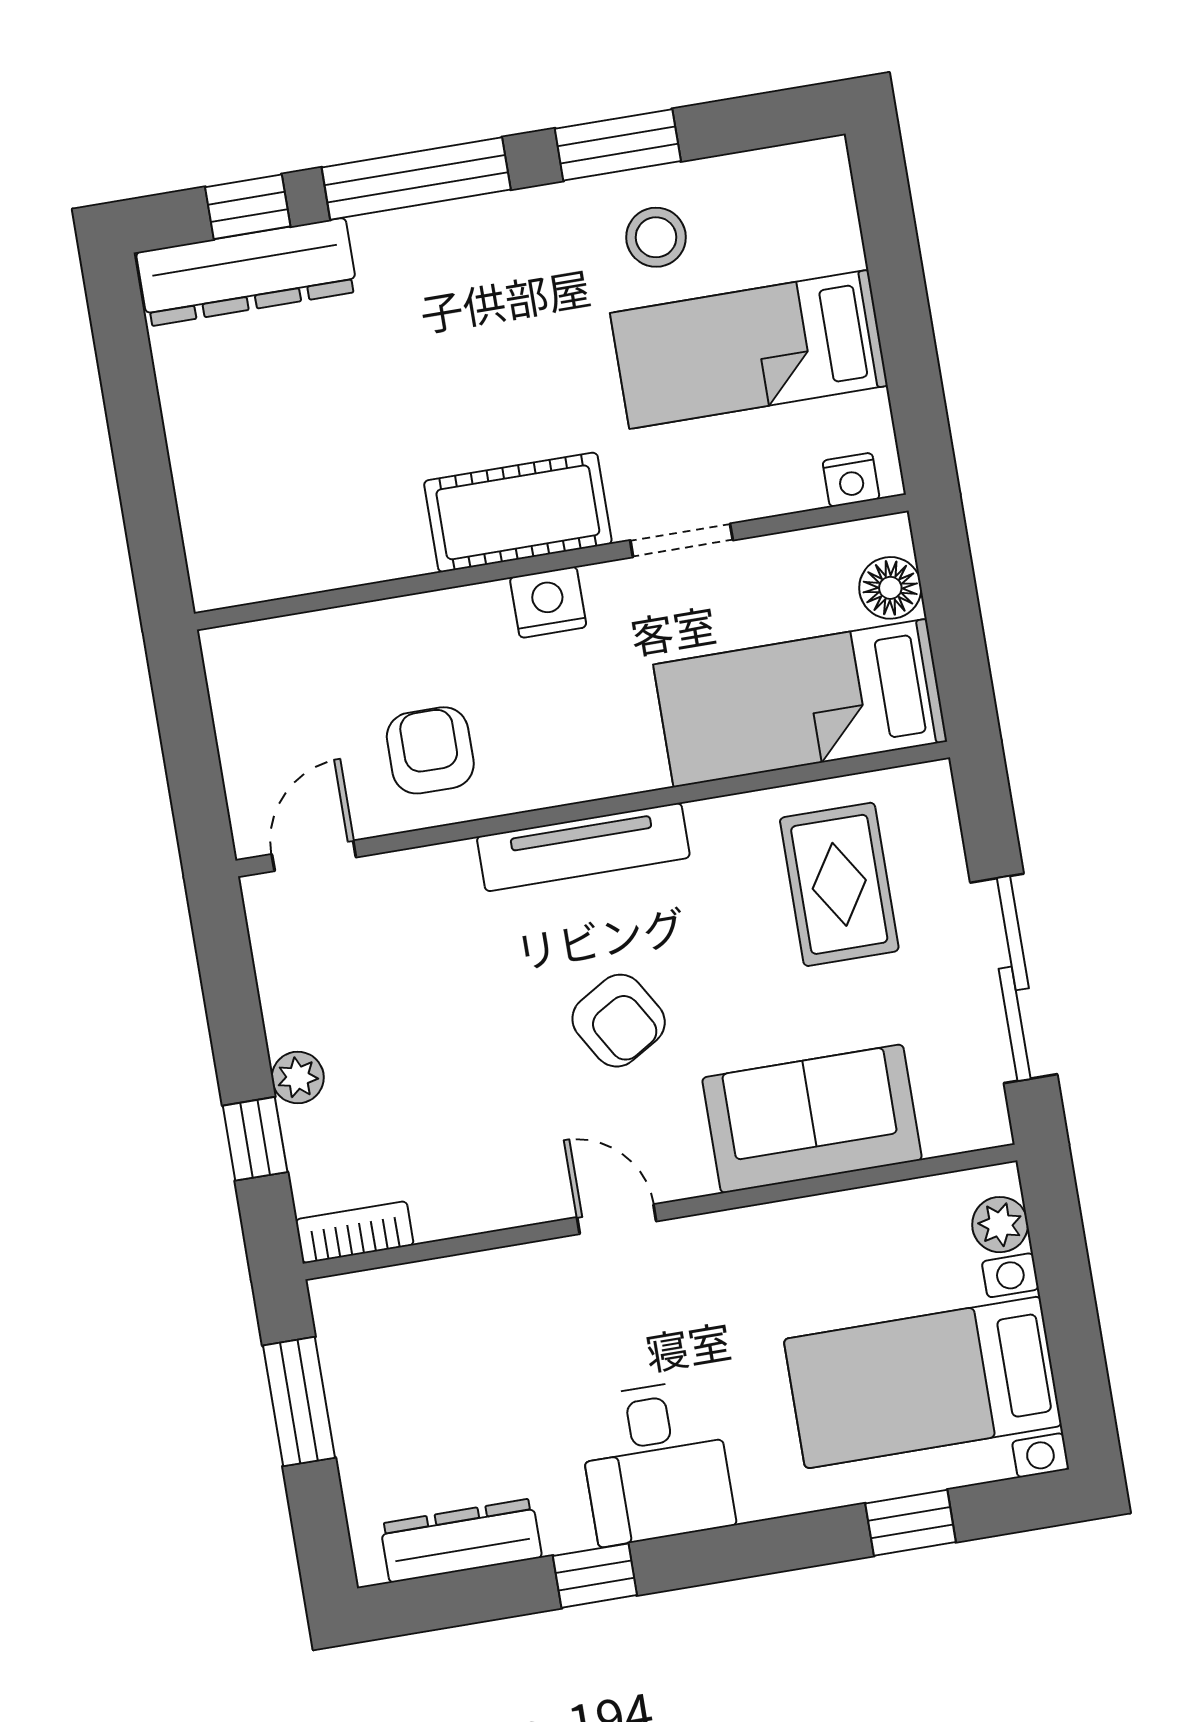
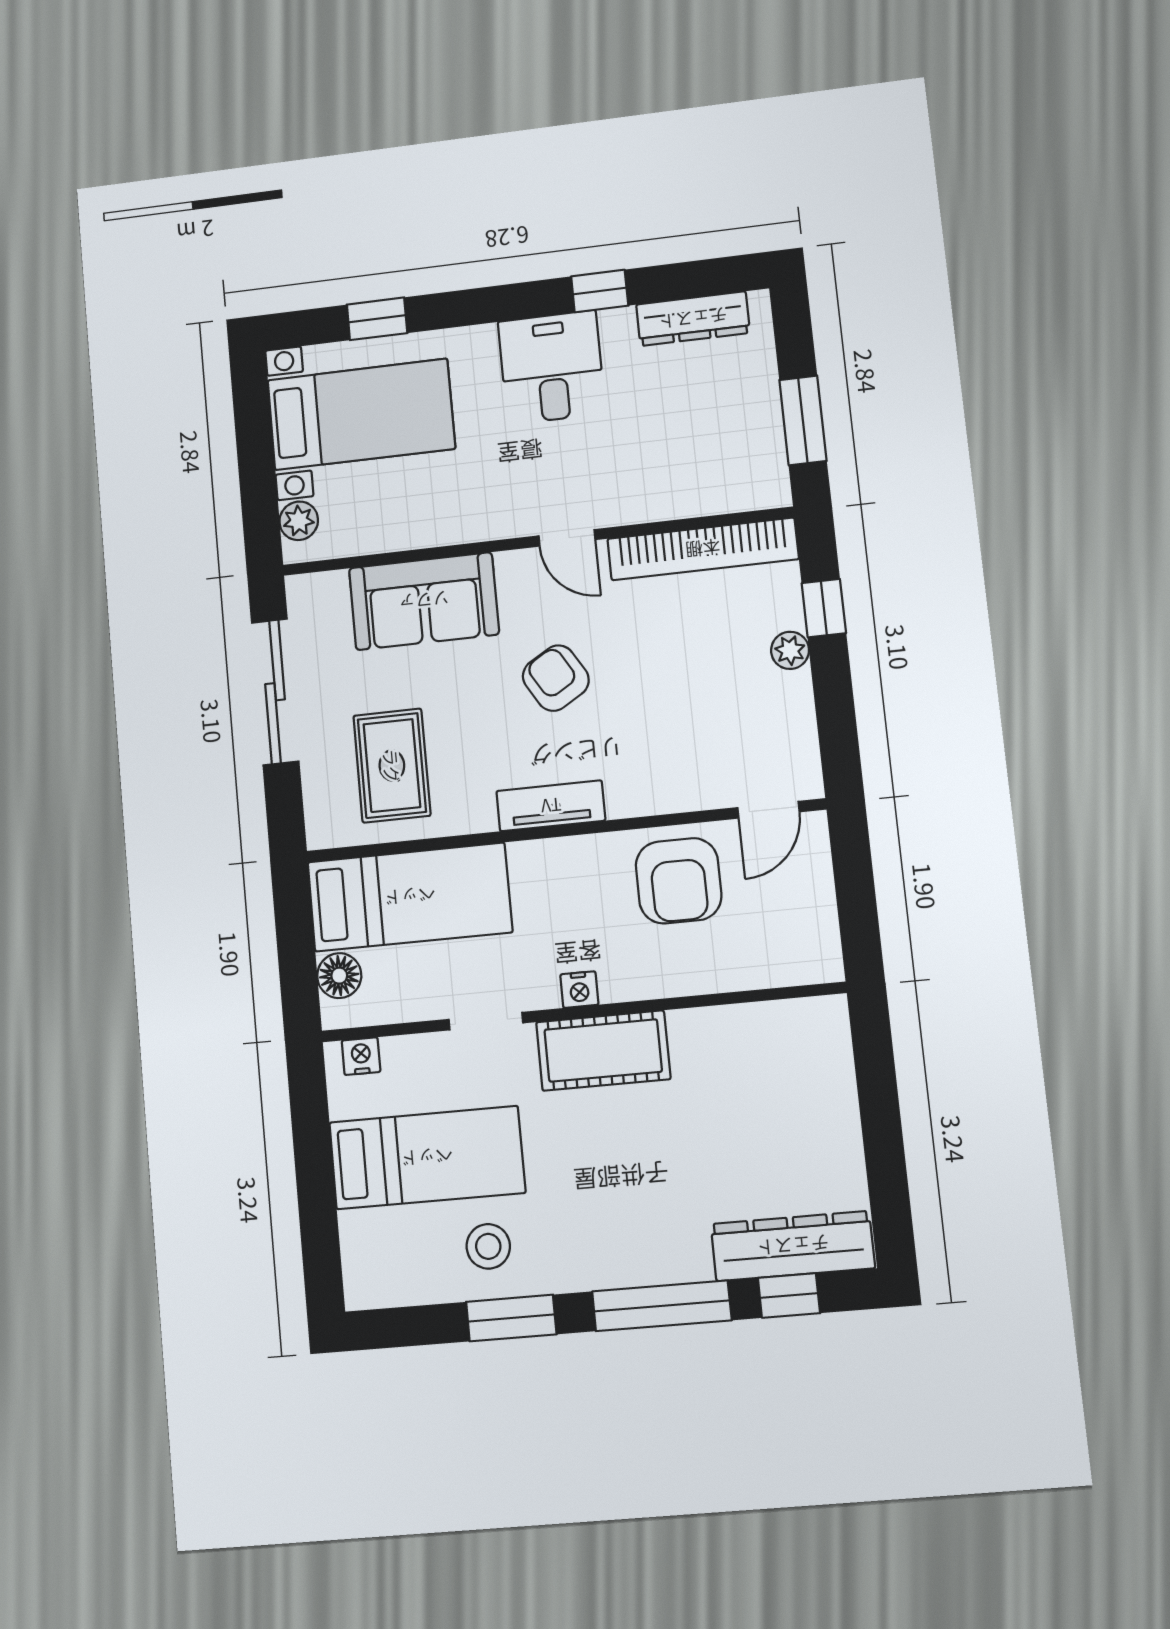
nightstand: (548, 602) -> (579, 990), width x0.72, depth x0.74
armchair: (430, 750) -> (679, 881), width x1.38, depth x1.38
tv unit: (583, 847) -> (551, 806), width x0.71
bookcase: (355, 1232) -> (703, 549), width x2.31, depth x1.31

